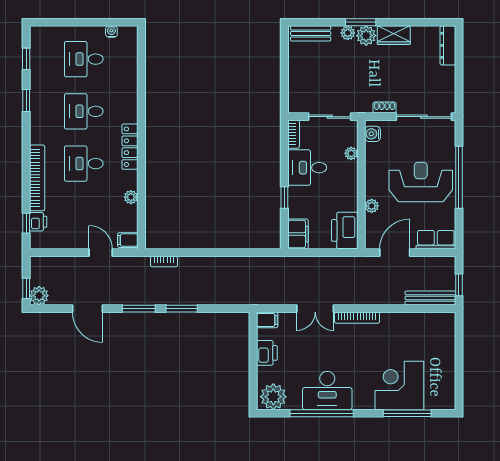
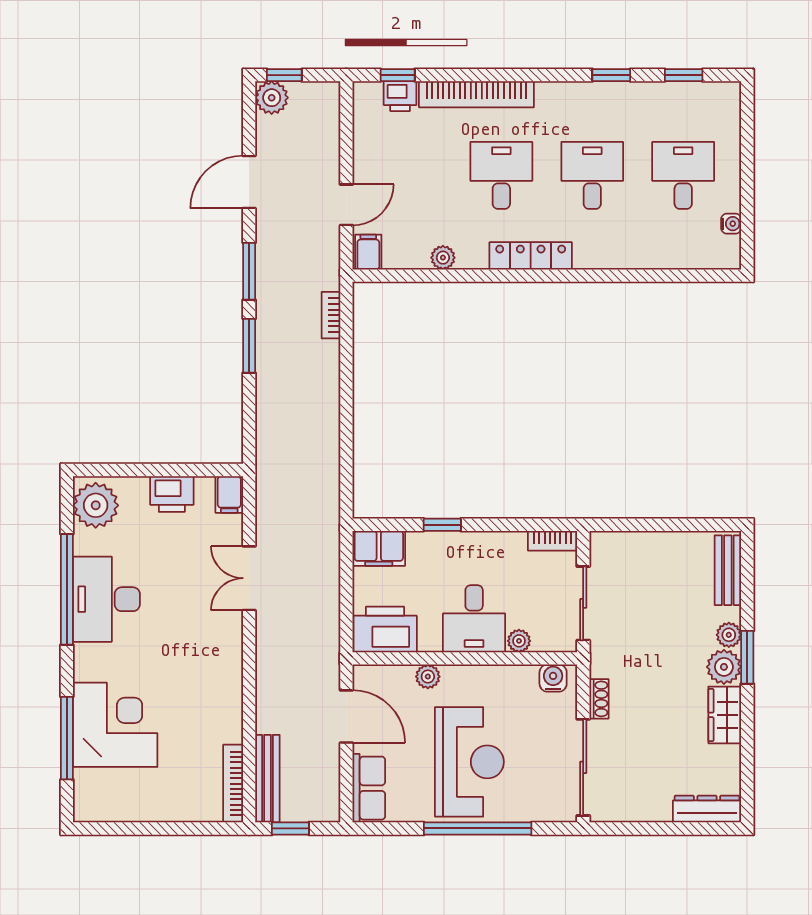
desk: (307, 168) -> (474, 619), moved, turned 180
bookcase: (357, 318) -> (233, 784), moved

